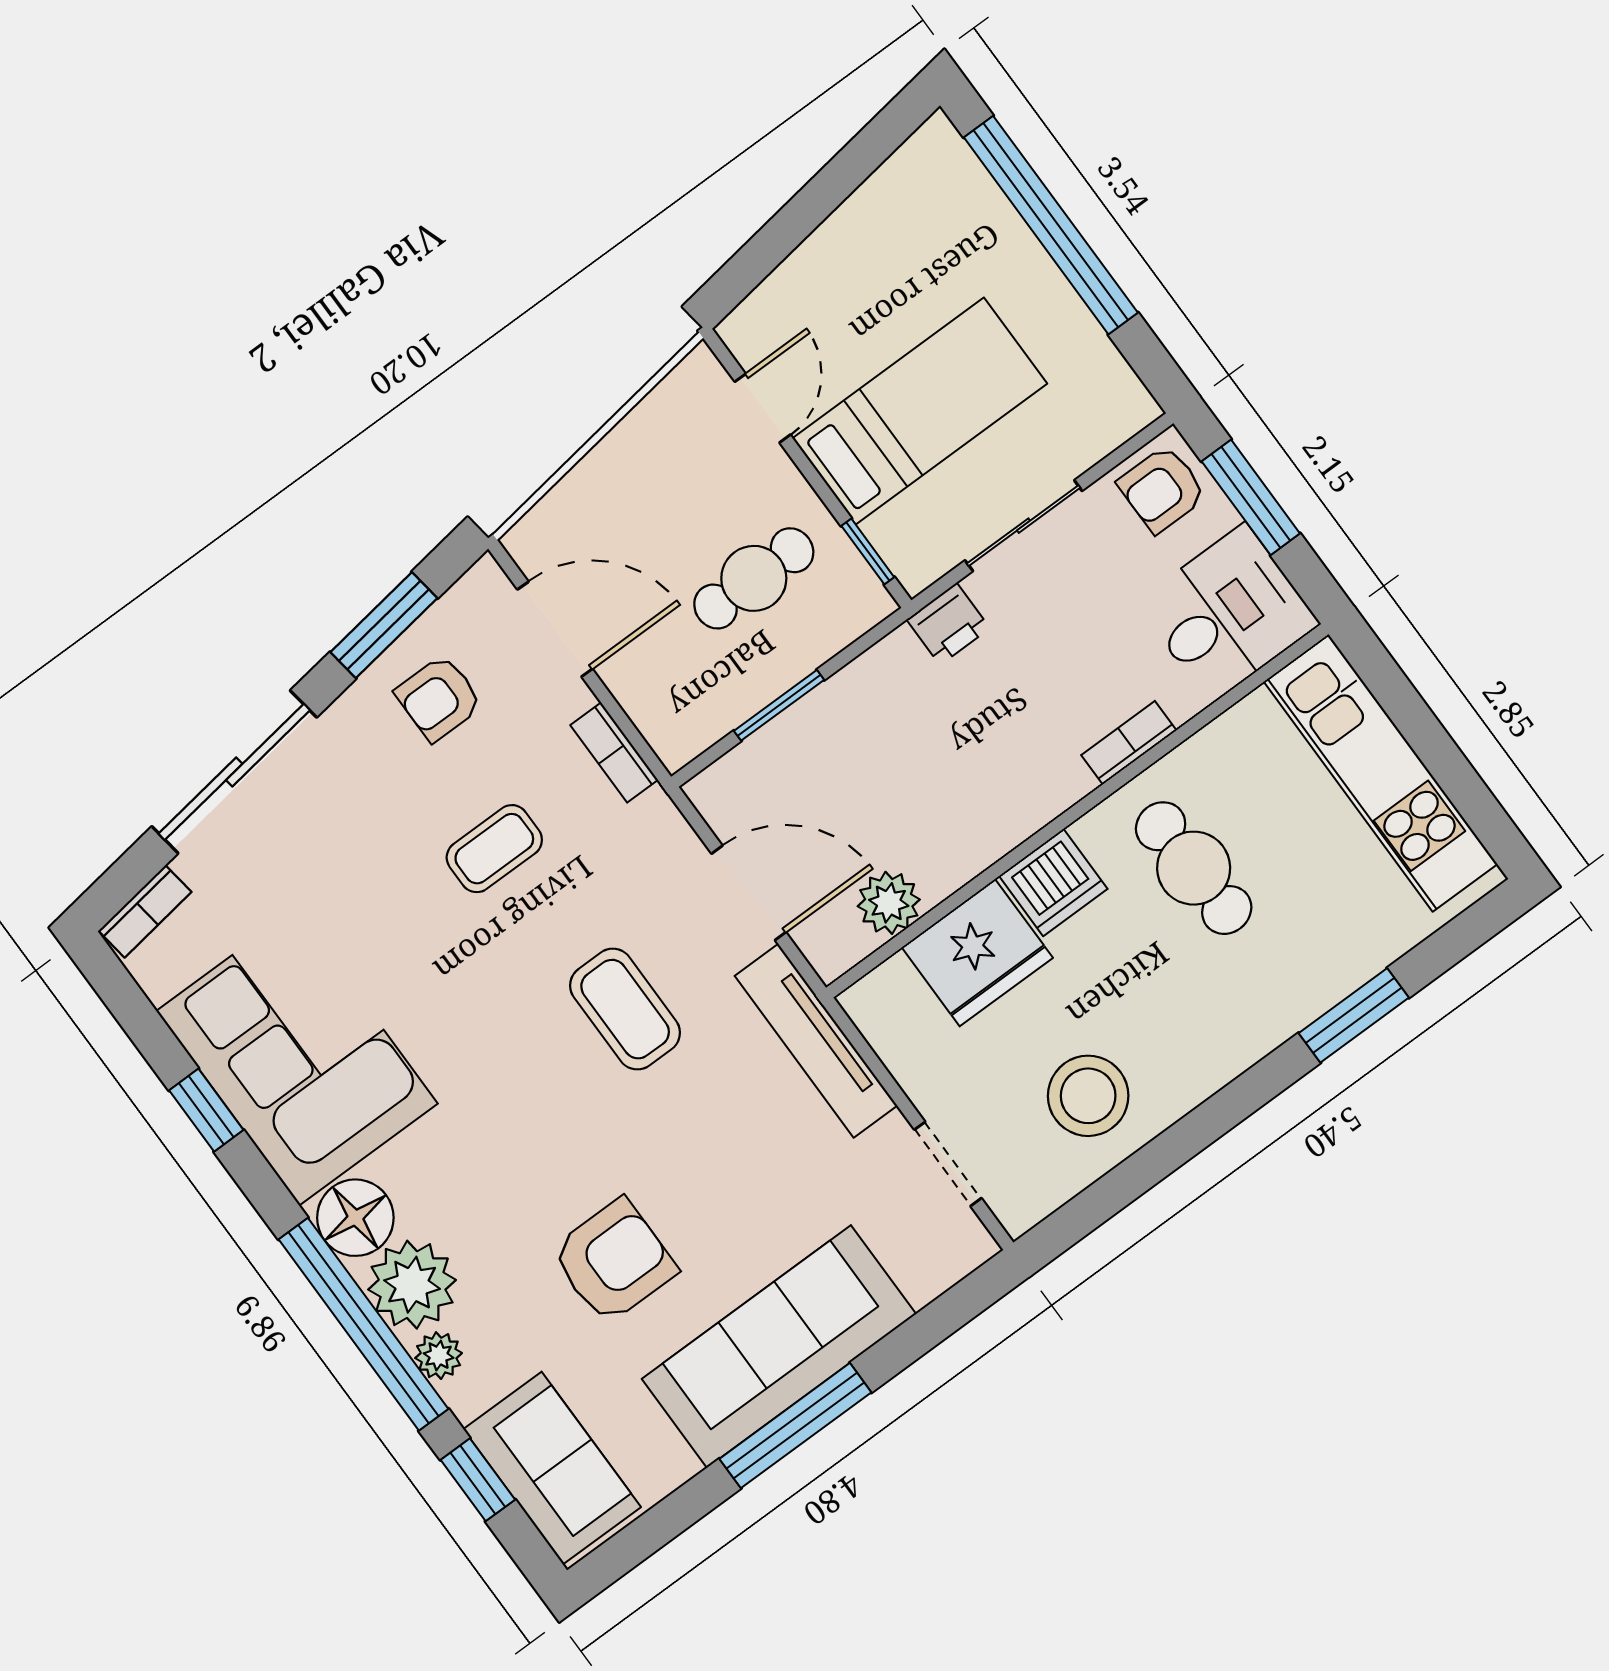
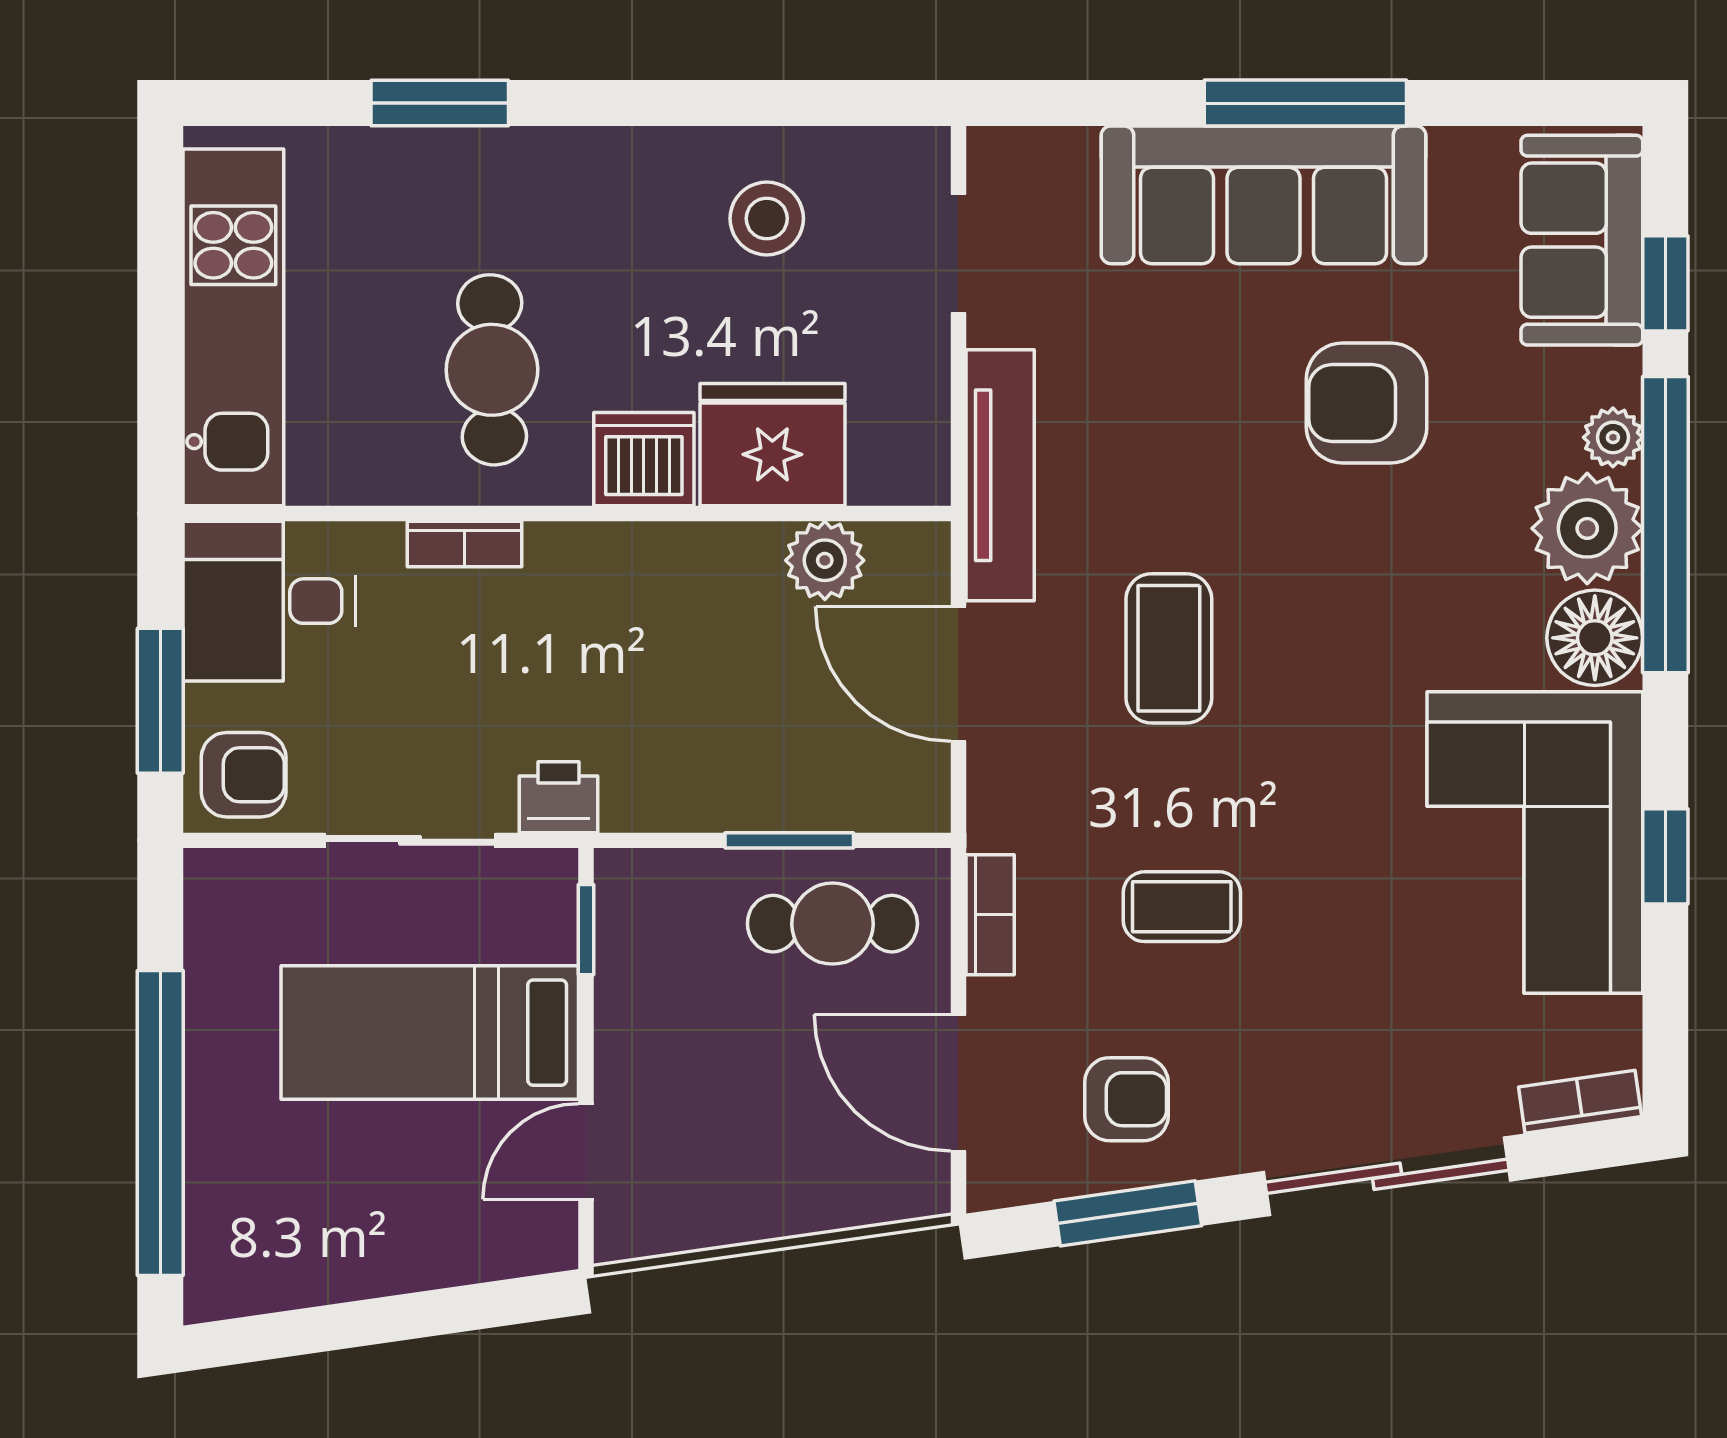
cafe table: (754, 578) -> (832, 924), moved
stool: (1088, 1096) -> (767, 218), width x0.73, depth x0.73

